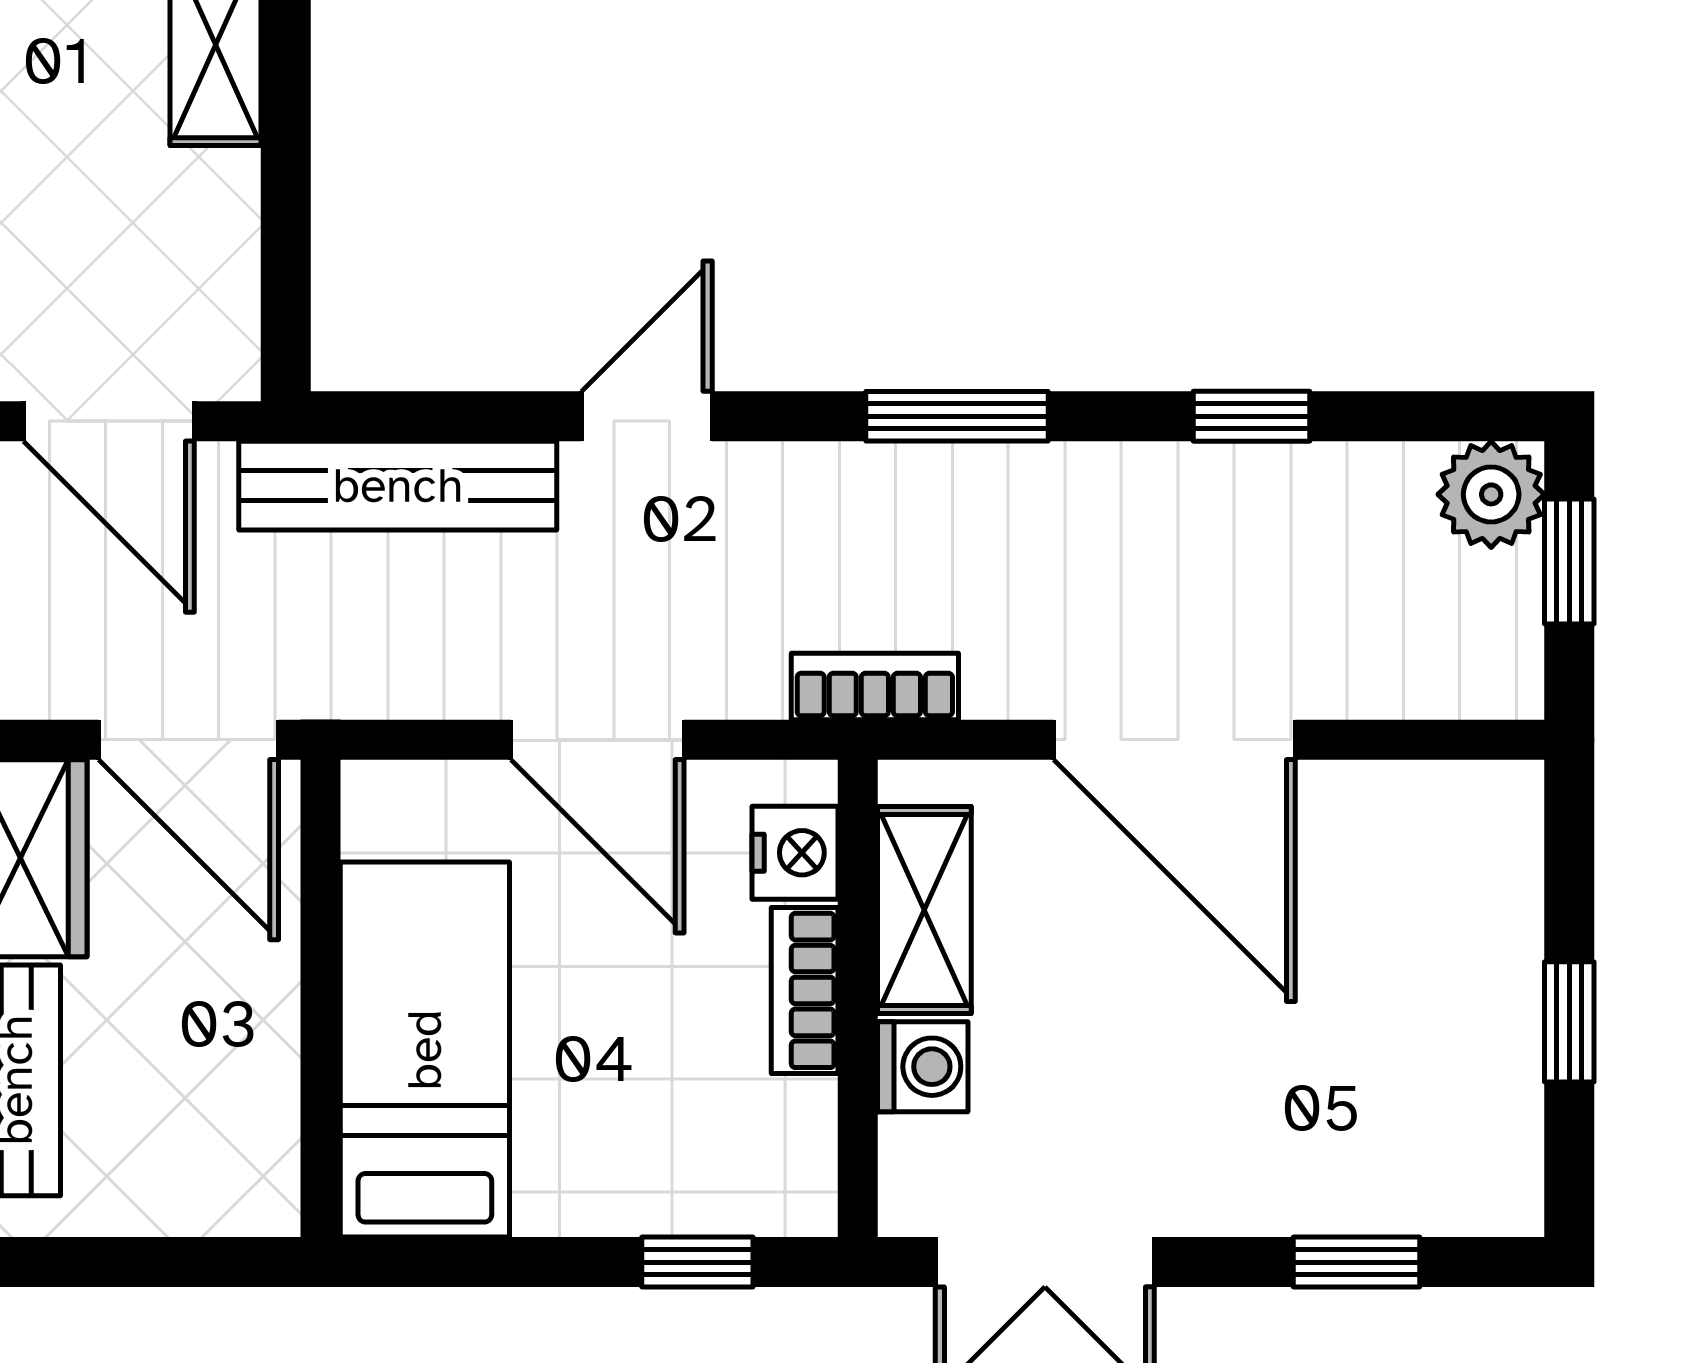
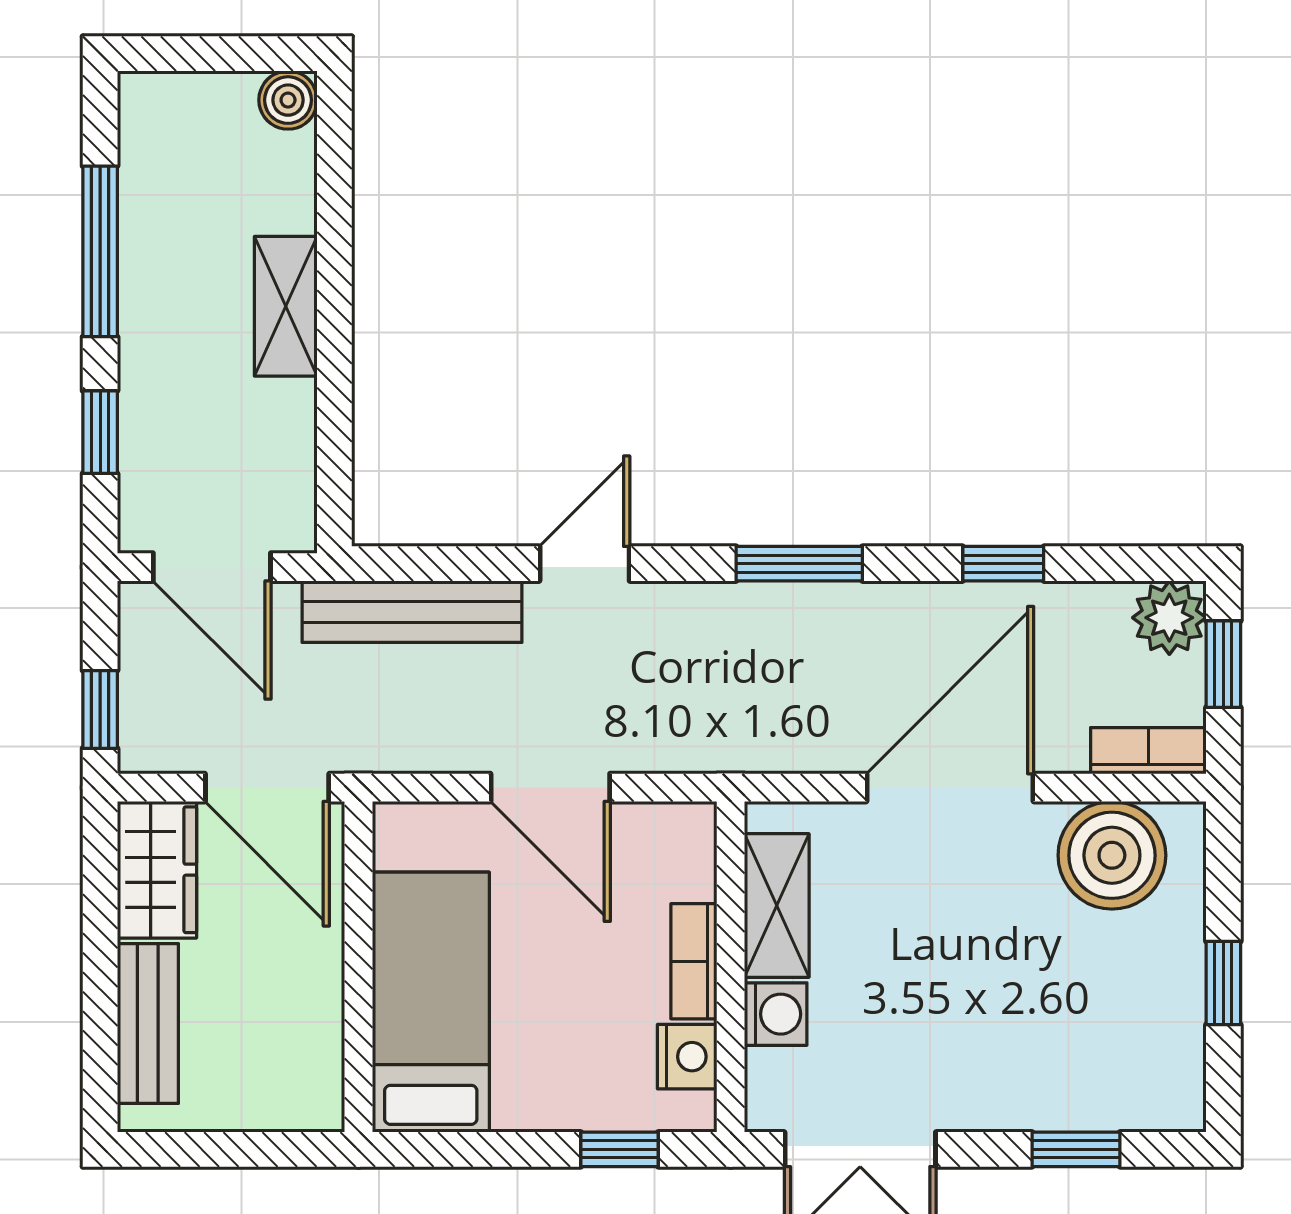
bookcase: (875, 686) -> (1148, 751), moved
door: (1175, 740) -> (950, 788), swing flipped
boiler: (1408, 837) -> (1112, 855), added
nightstand: (795, 853) -> (687, 1057), moved

